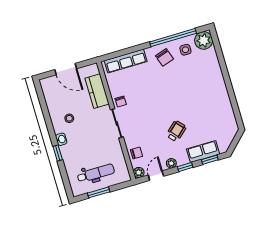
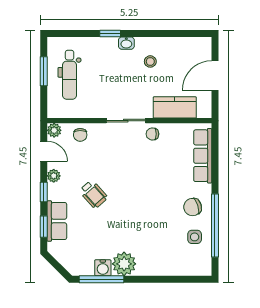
plant: (204, 40) -> (124, 264), moved
window: (235, 107) -> (101, 279), added
water cooler: (227, 109) -> (103, 268), added

